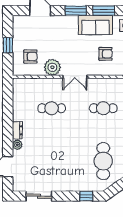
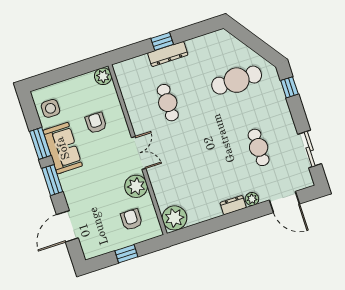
plant: (22, 87) -> (174, 218), added
cafe table: (52, 108) -> (259, 147), moved

